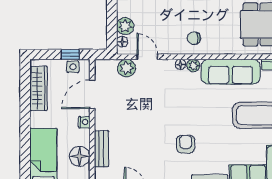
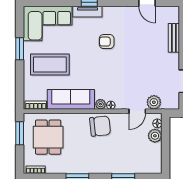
chair: (194, 38) -> (100, 126), width x1.87, depth x1.87
door: (147, 57) -> (137, 111), hinge flipped
armchair: (186, 144) -> (107, 42), turned 90

